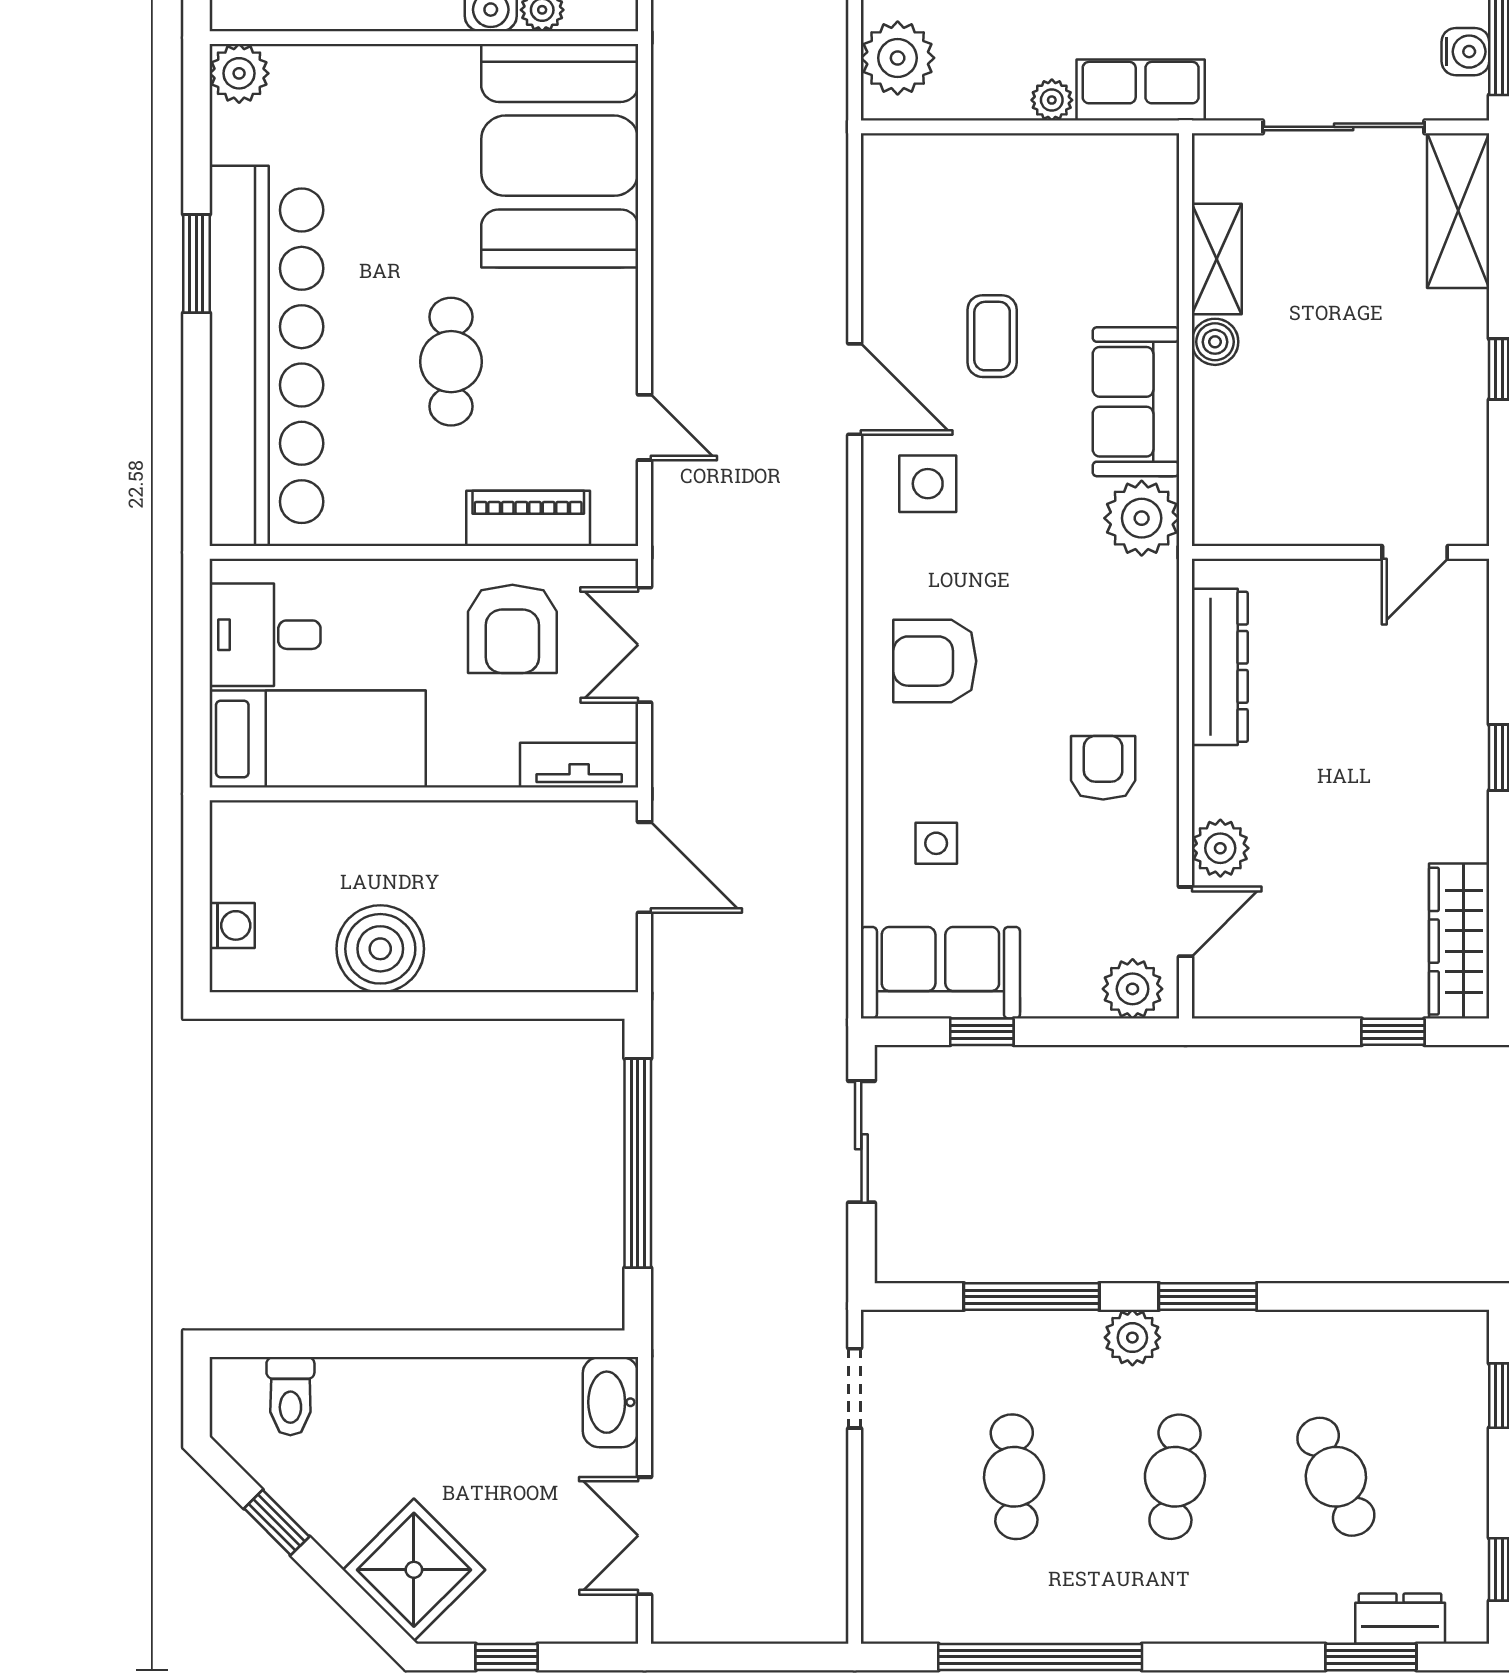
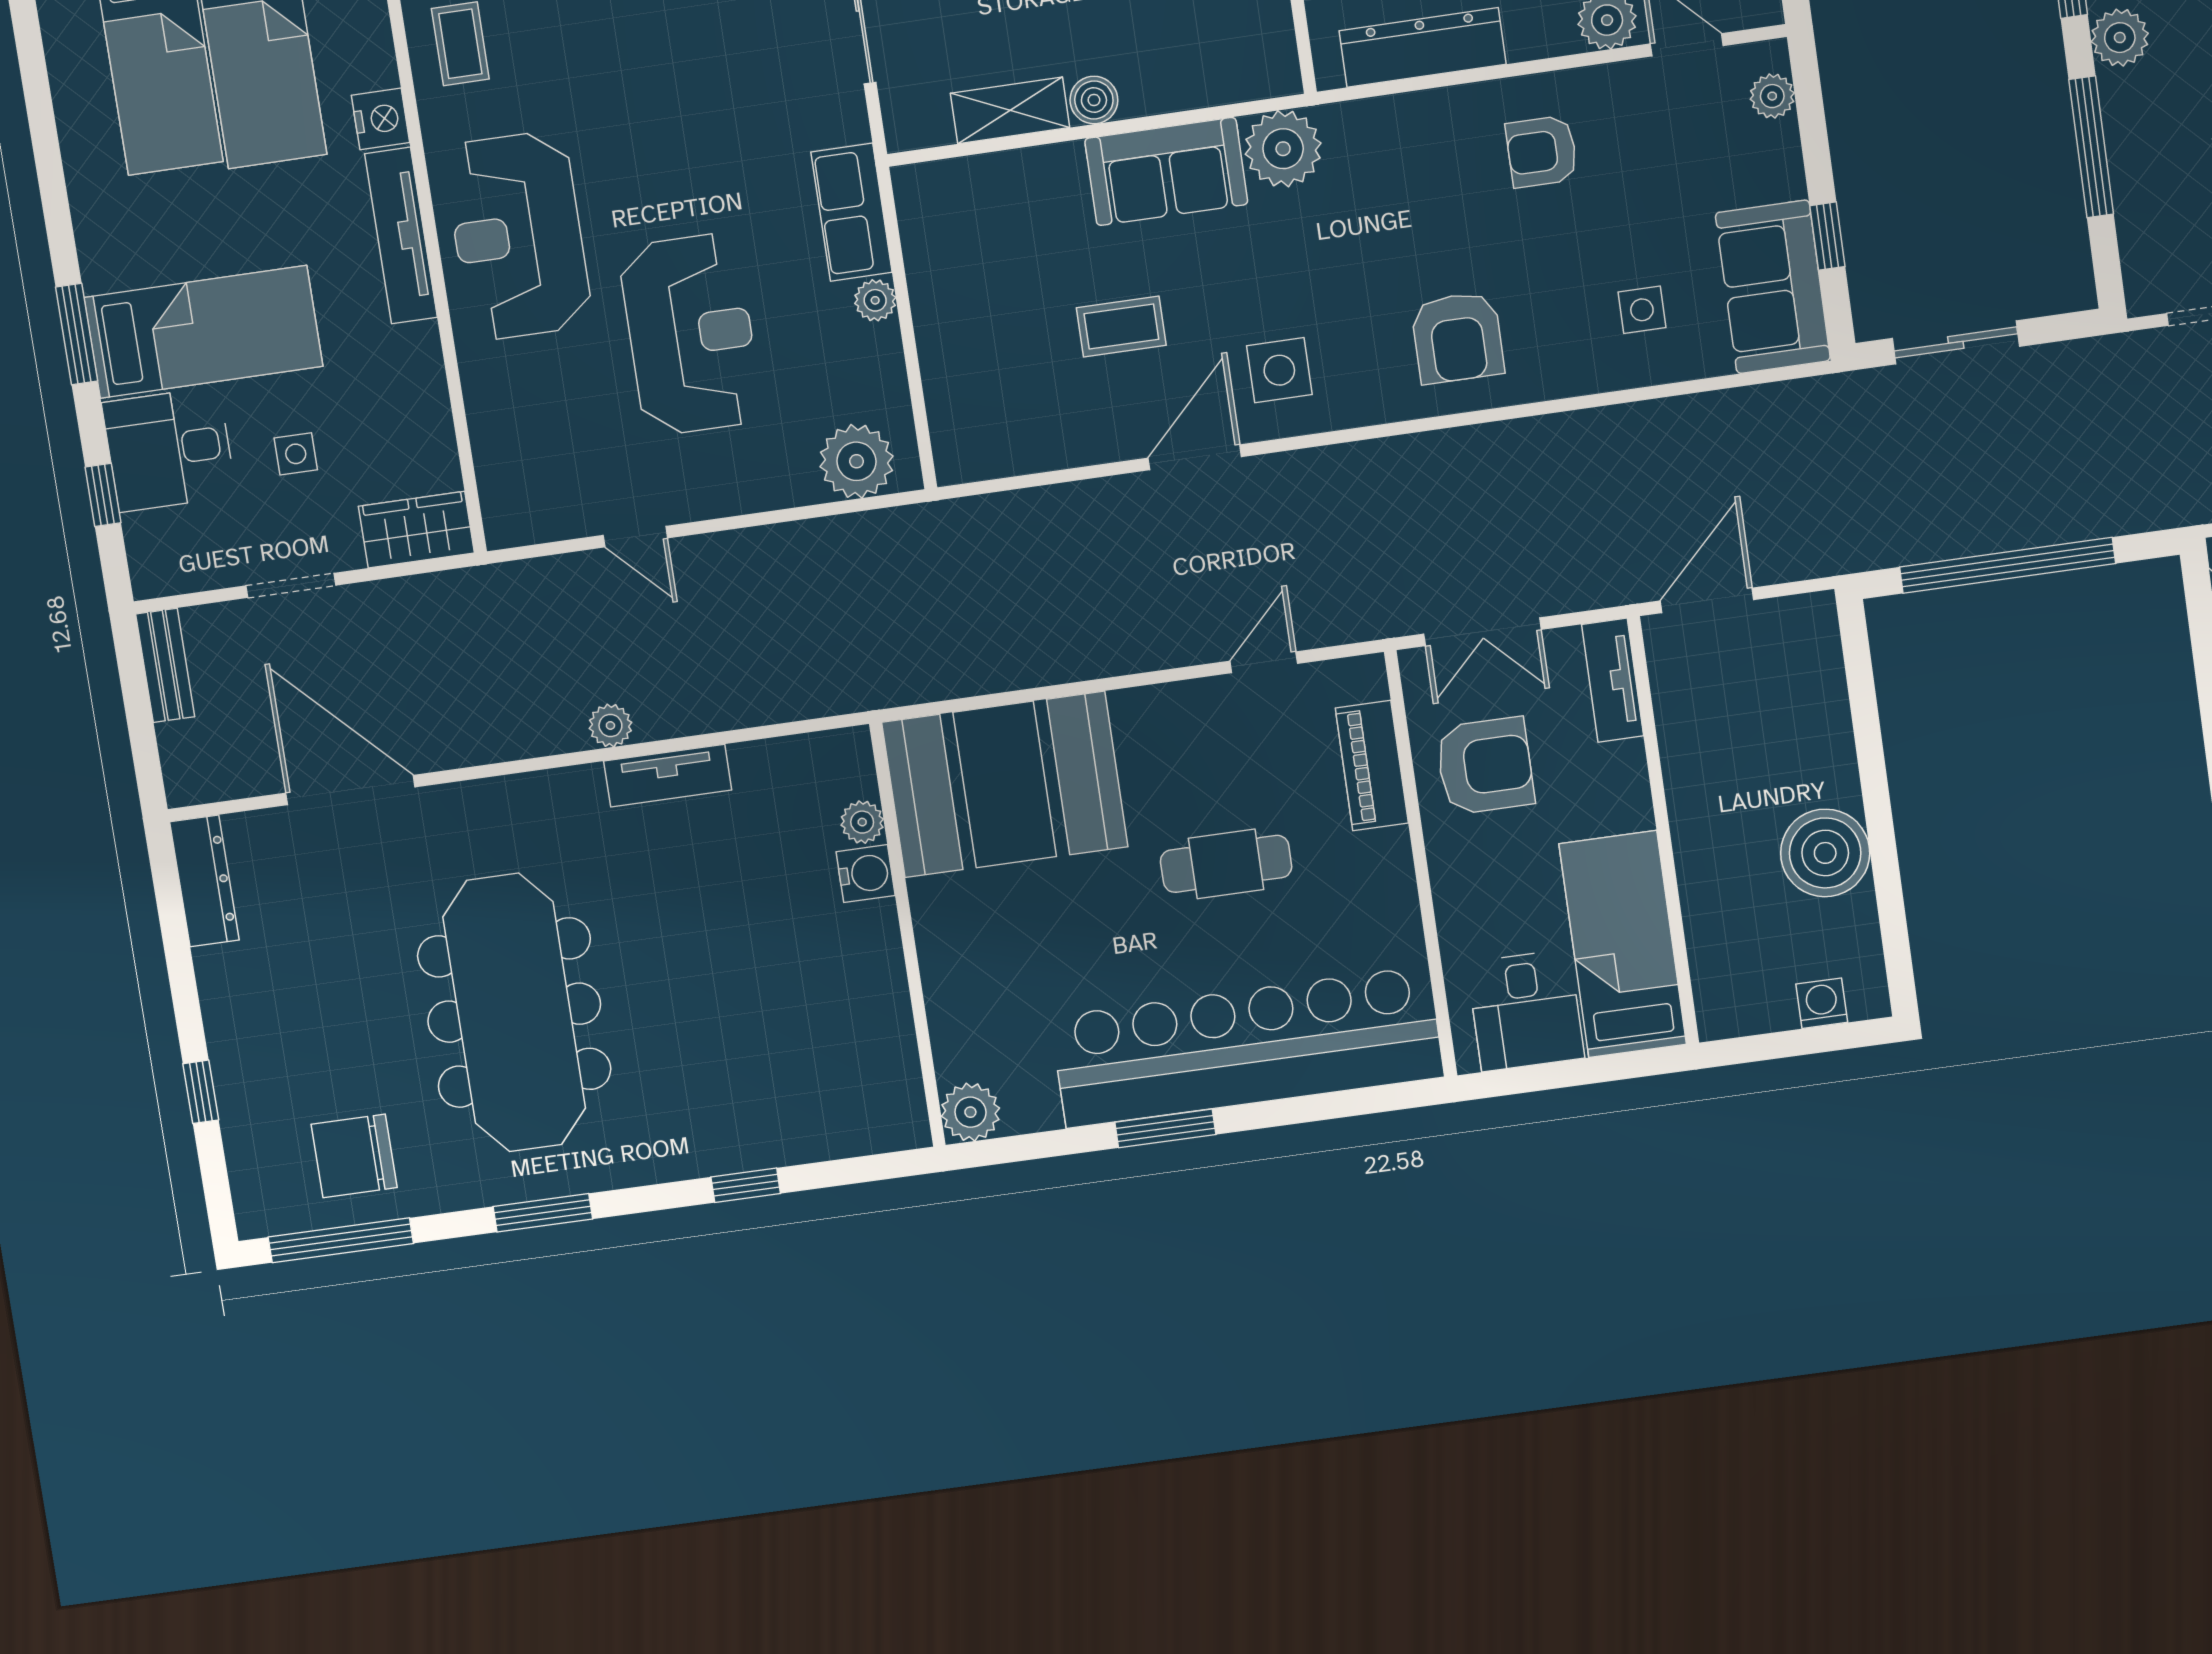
plant: (1133, 989) -> (1772, 96), width x0.73, depth x0.73

